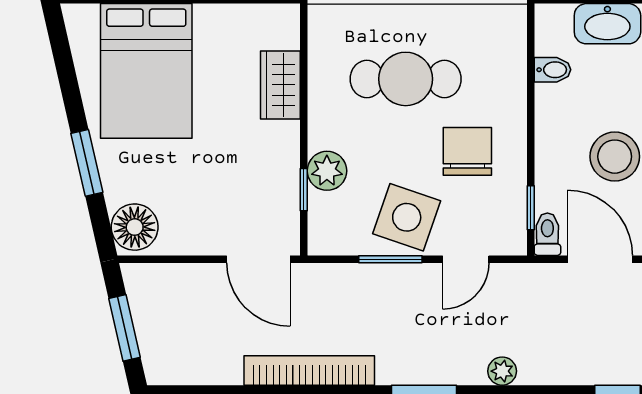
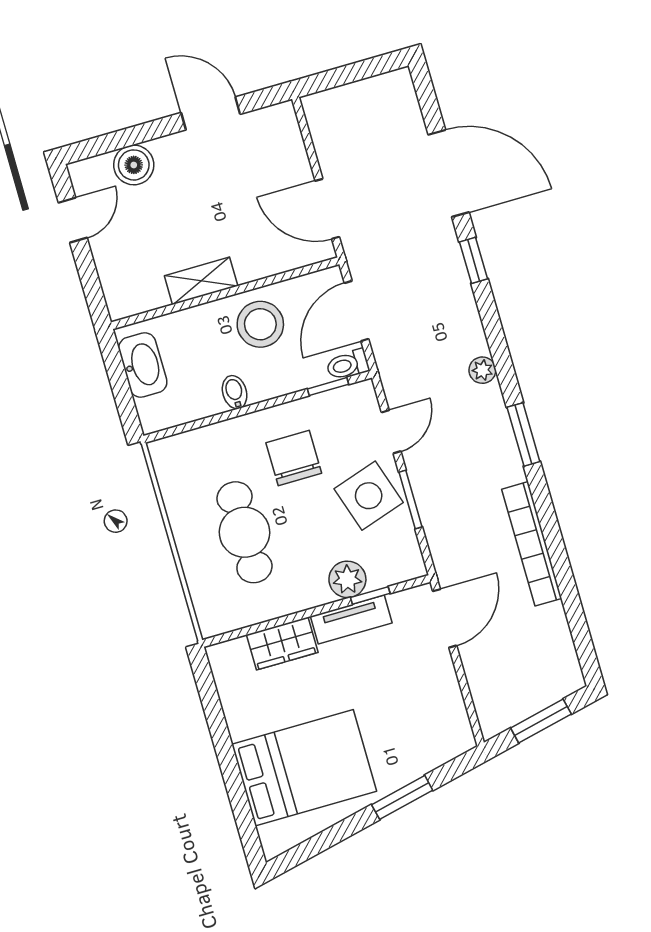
bidet: (553, 70) -> (235, 392), moved
chair: (467, 151) -> (294, 458), turned 90
tv unit: (285, 163) -> (351, 620), added
side table: (407, 217) -> (369, 496), turned -37
floor lamp: (135, 227) -> (448, 738), removed
door: (466, 259) -> (391, 432), hinge flipped

